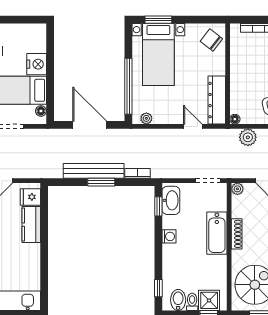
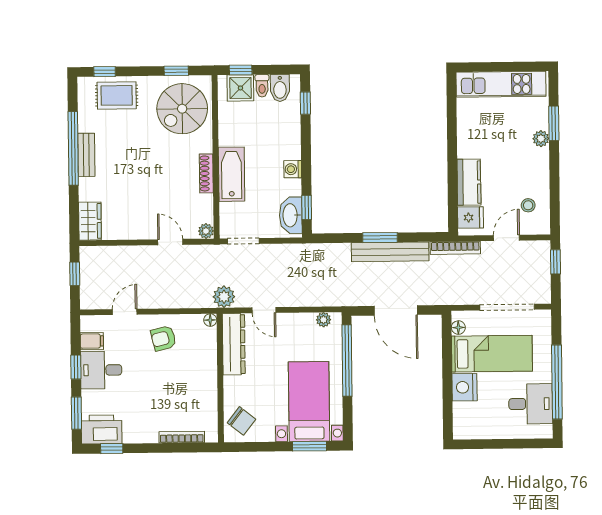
plant: (248, 137) -> (224, 297), moved
bookcase: (138, 173) -> (455, 248), moved, width x1.56

